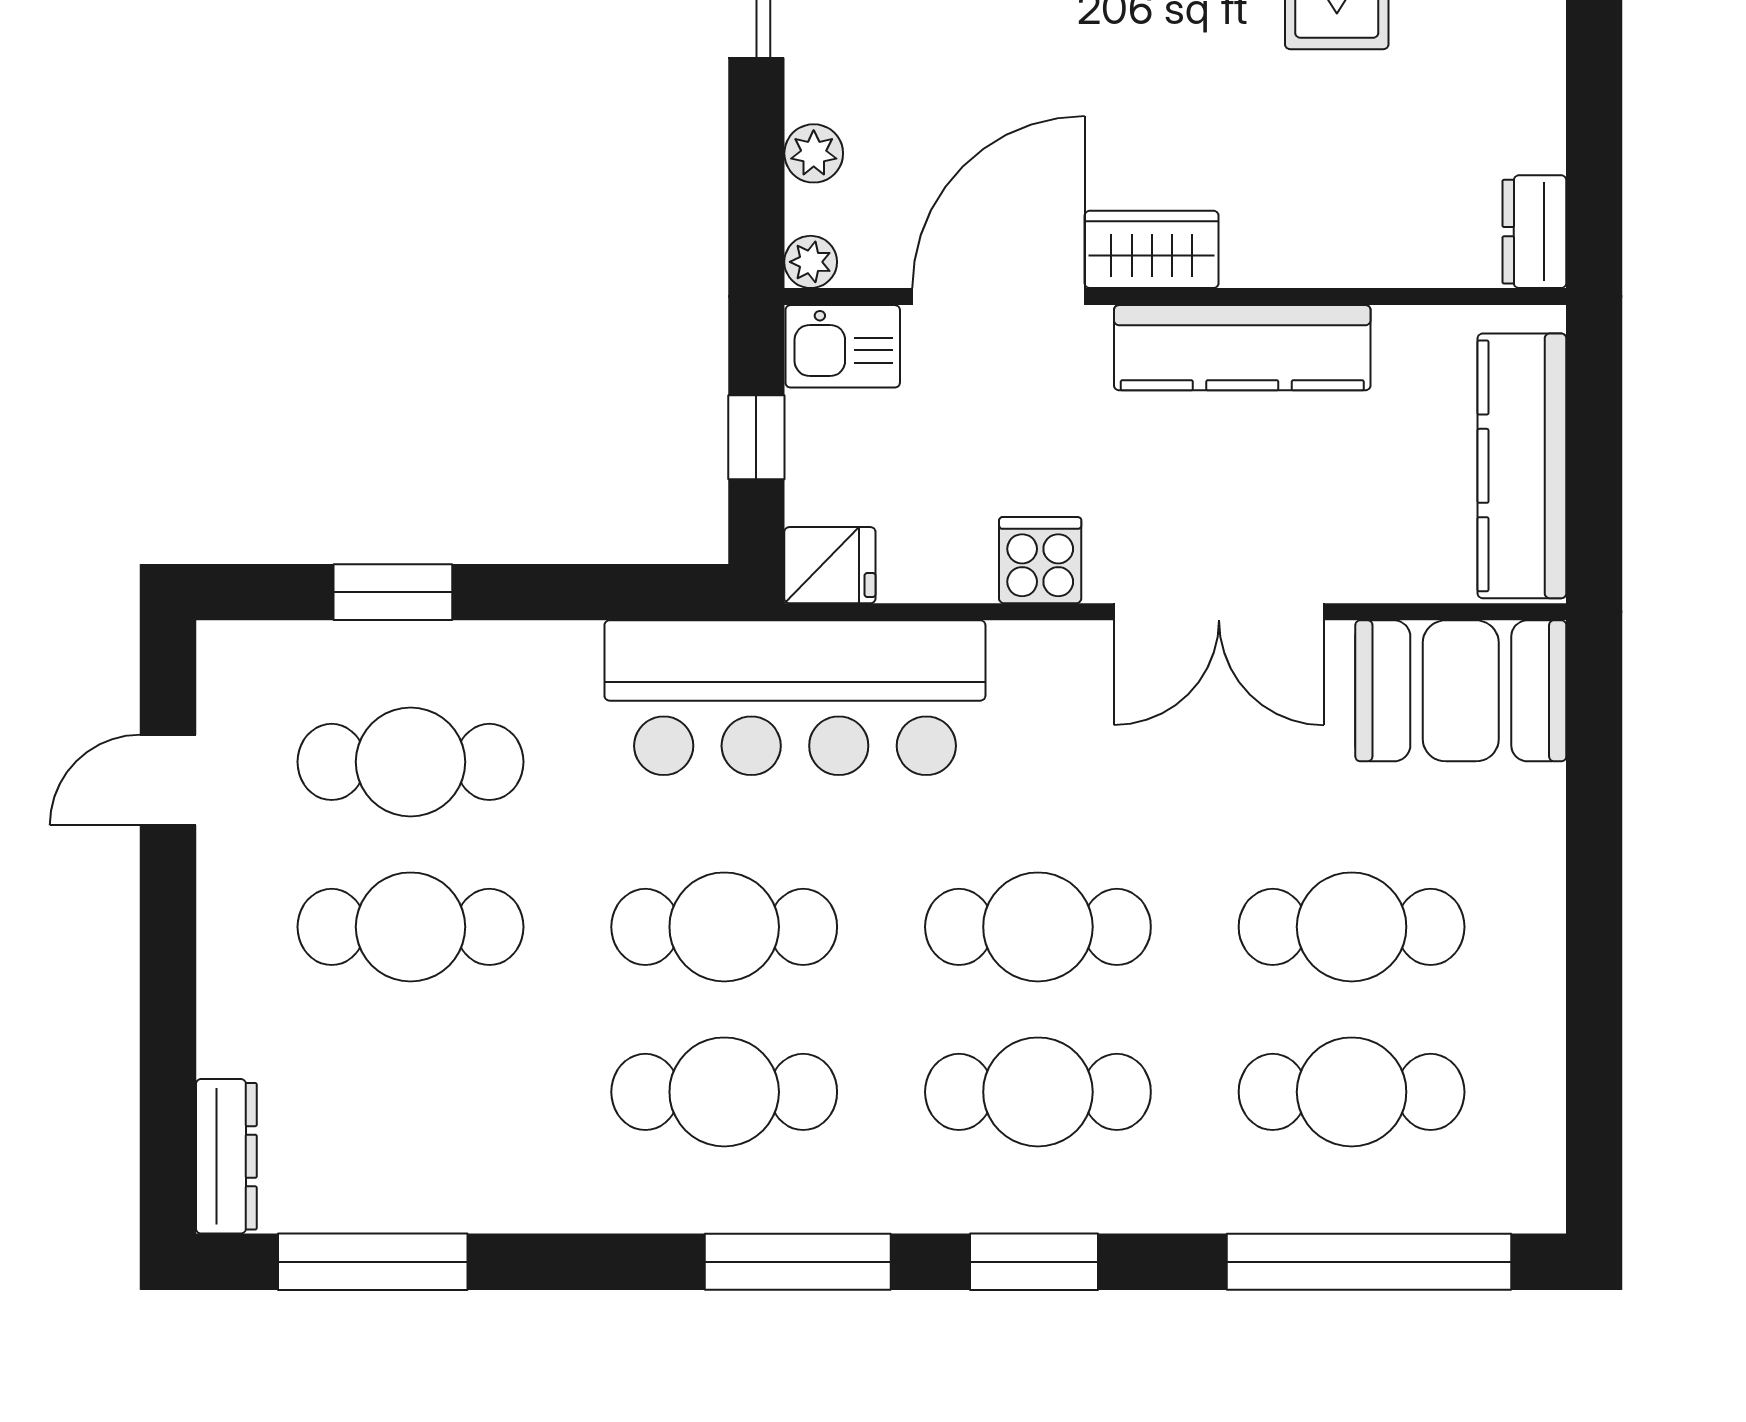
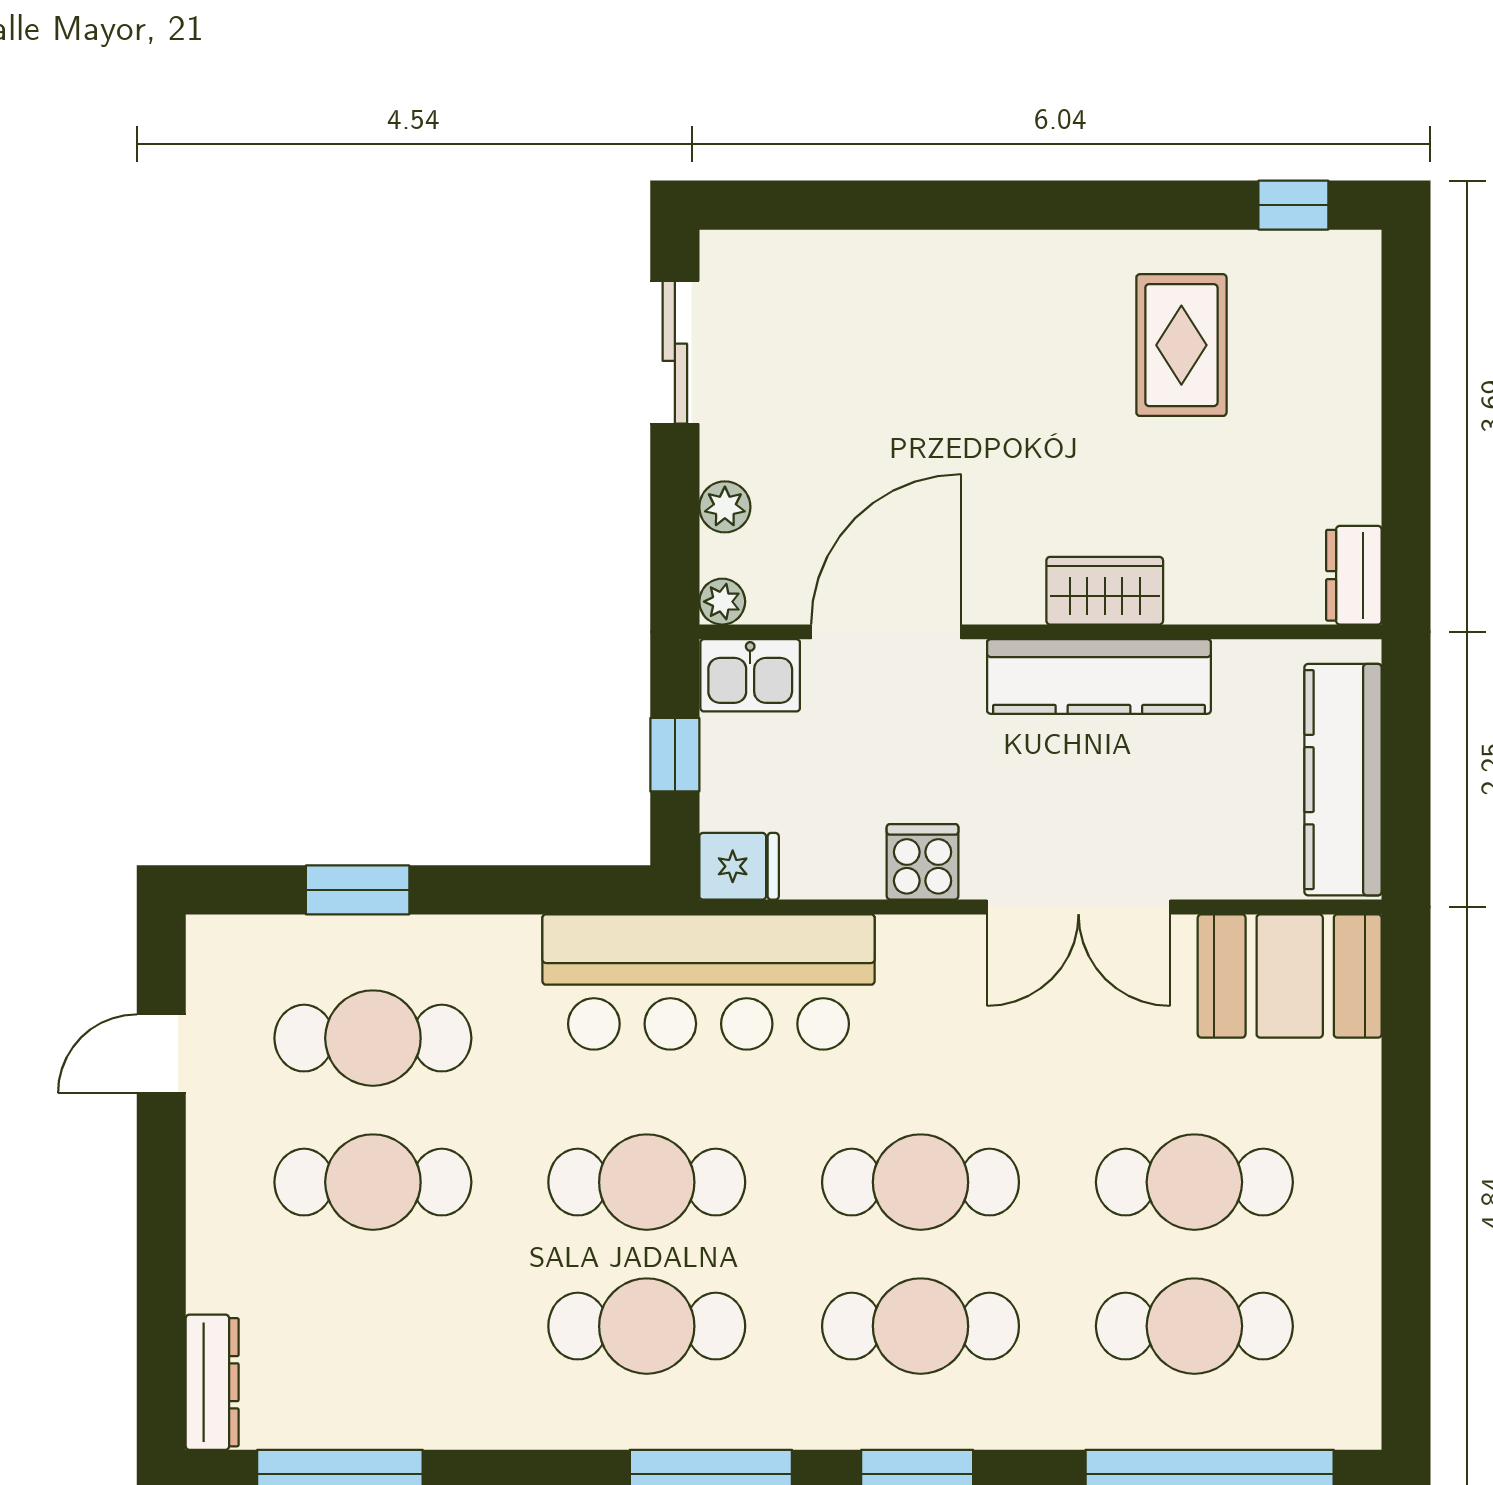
wardrobe: (1152, 249) -> (1105, 591), moved

